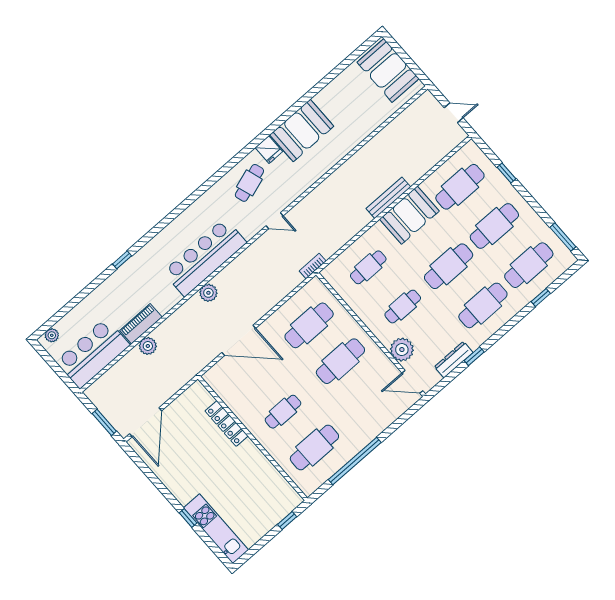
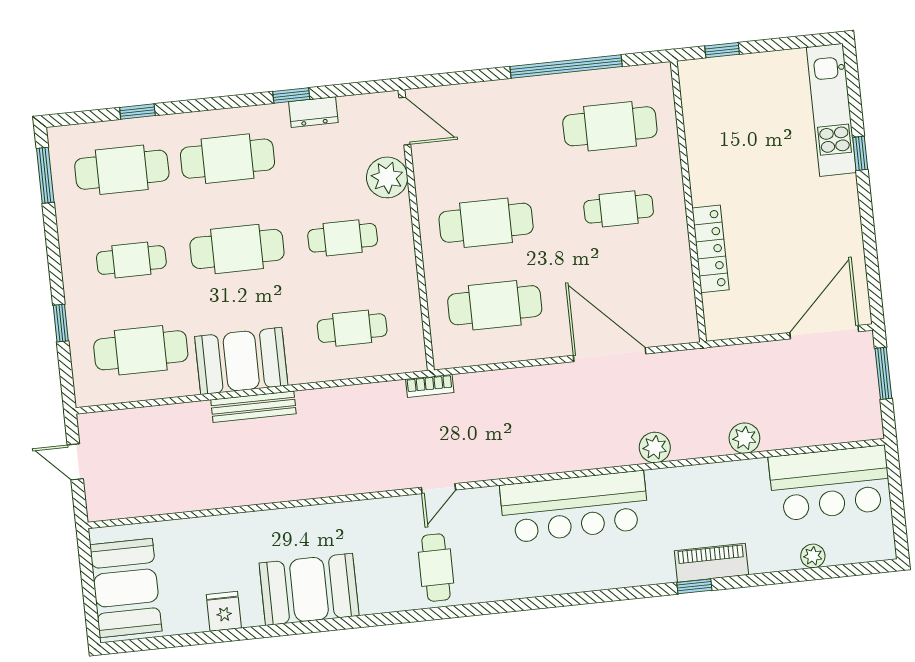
fridge: (269, 150) -> (224, 611), moved
cafe table: (249, 183) -> (436, 568), turned -72
door: (275, 221) -> (438, 489), swing flipped
cafe table: (494, 226) -> (131, 260), width x0.73, depth x0.74
plant: (208, 293) -> (655, 447), moved
piano: (141, 324) -> (711, 563), moved, turned 180
plant: (52, 335) -> (813, 556), moved
dresser: (454, 360) -> (313, 112), width x0.70

